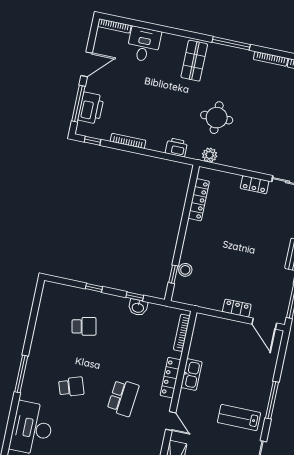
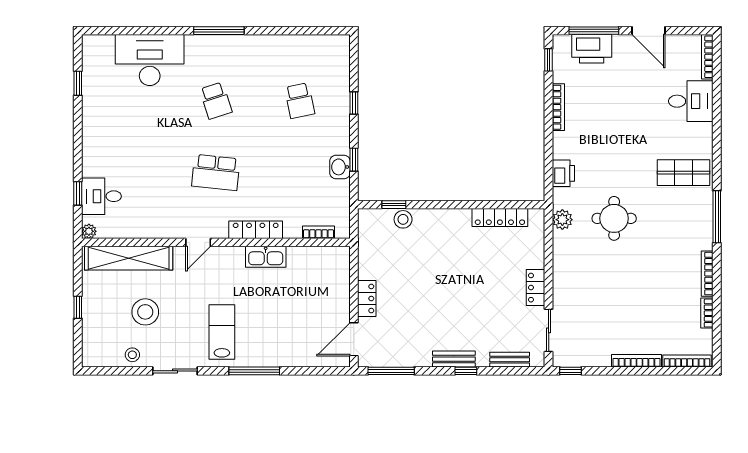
bookcase: (182, 333) -> (318, 232), width x0.64

